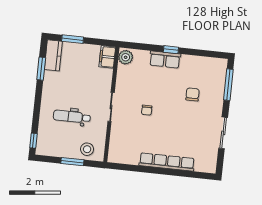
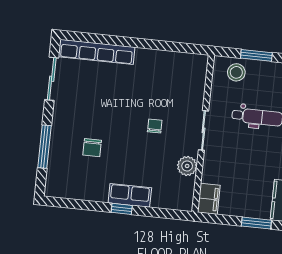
plant: (126, 57) -> (187, 166), moved
window: (228, 85) -> (45, 147), moved
sliding door: (223, 133) -> (52, 79), moved
row of seats: (167, 162) -> (97, 52), moved

